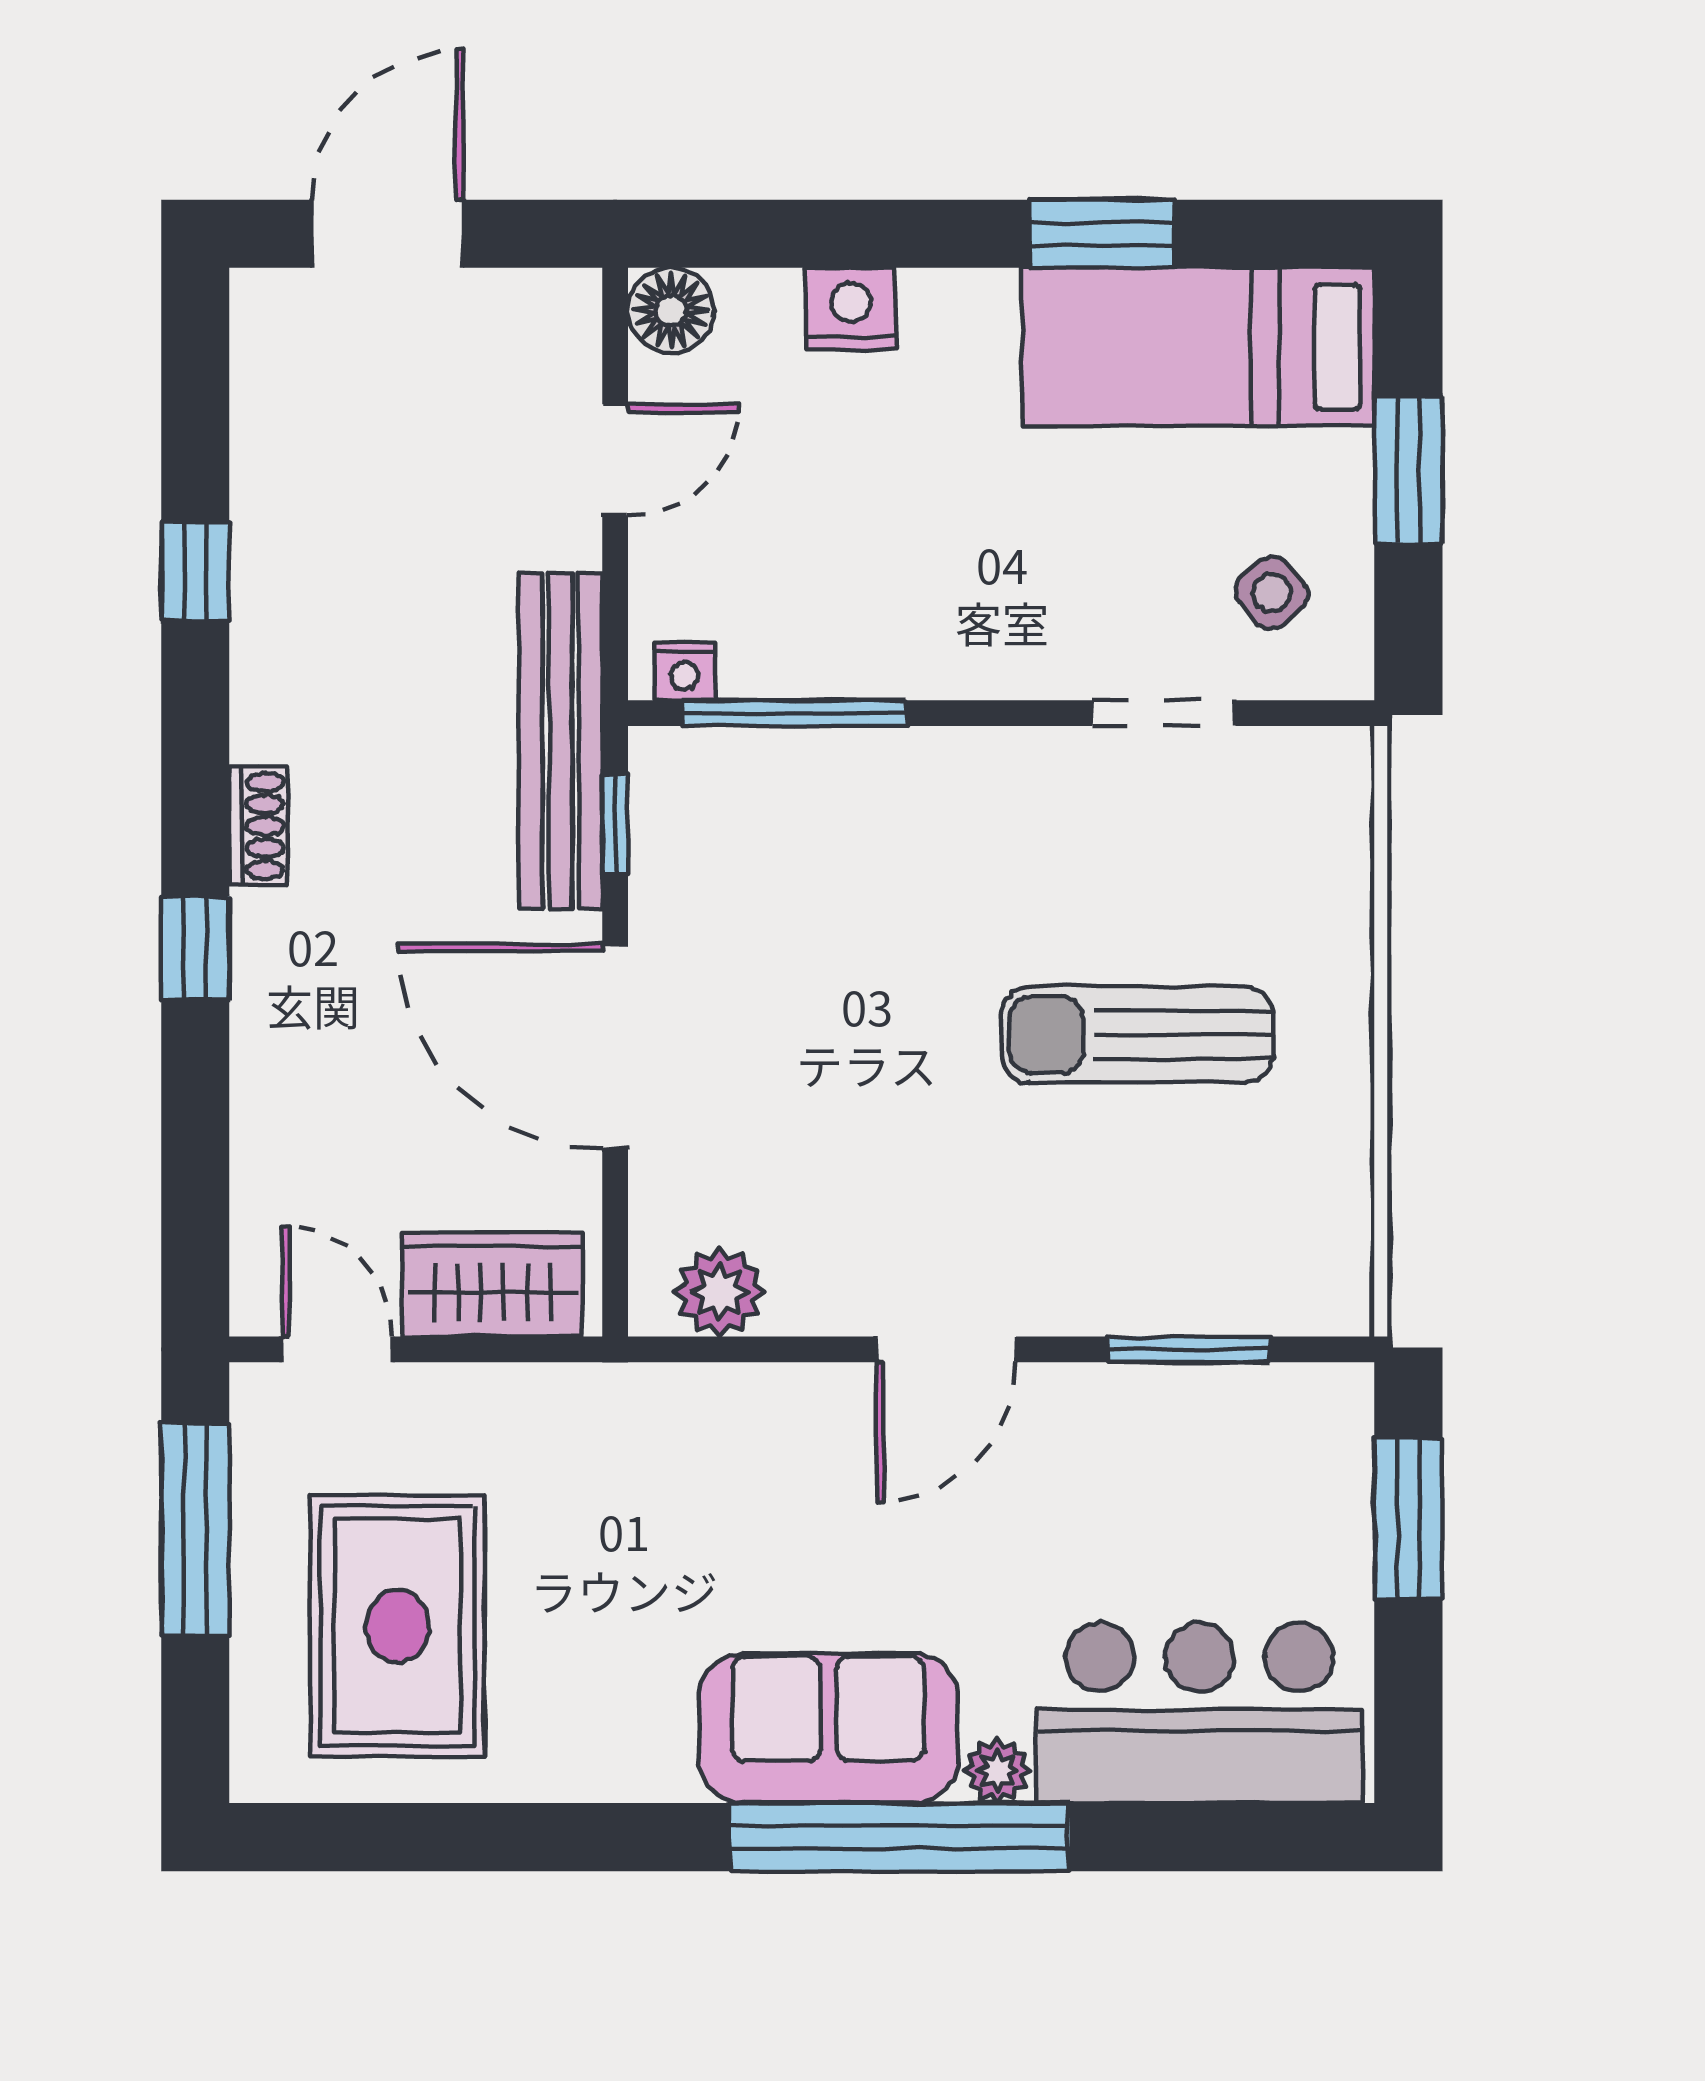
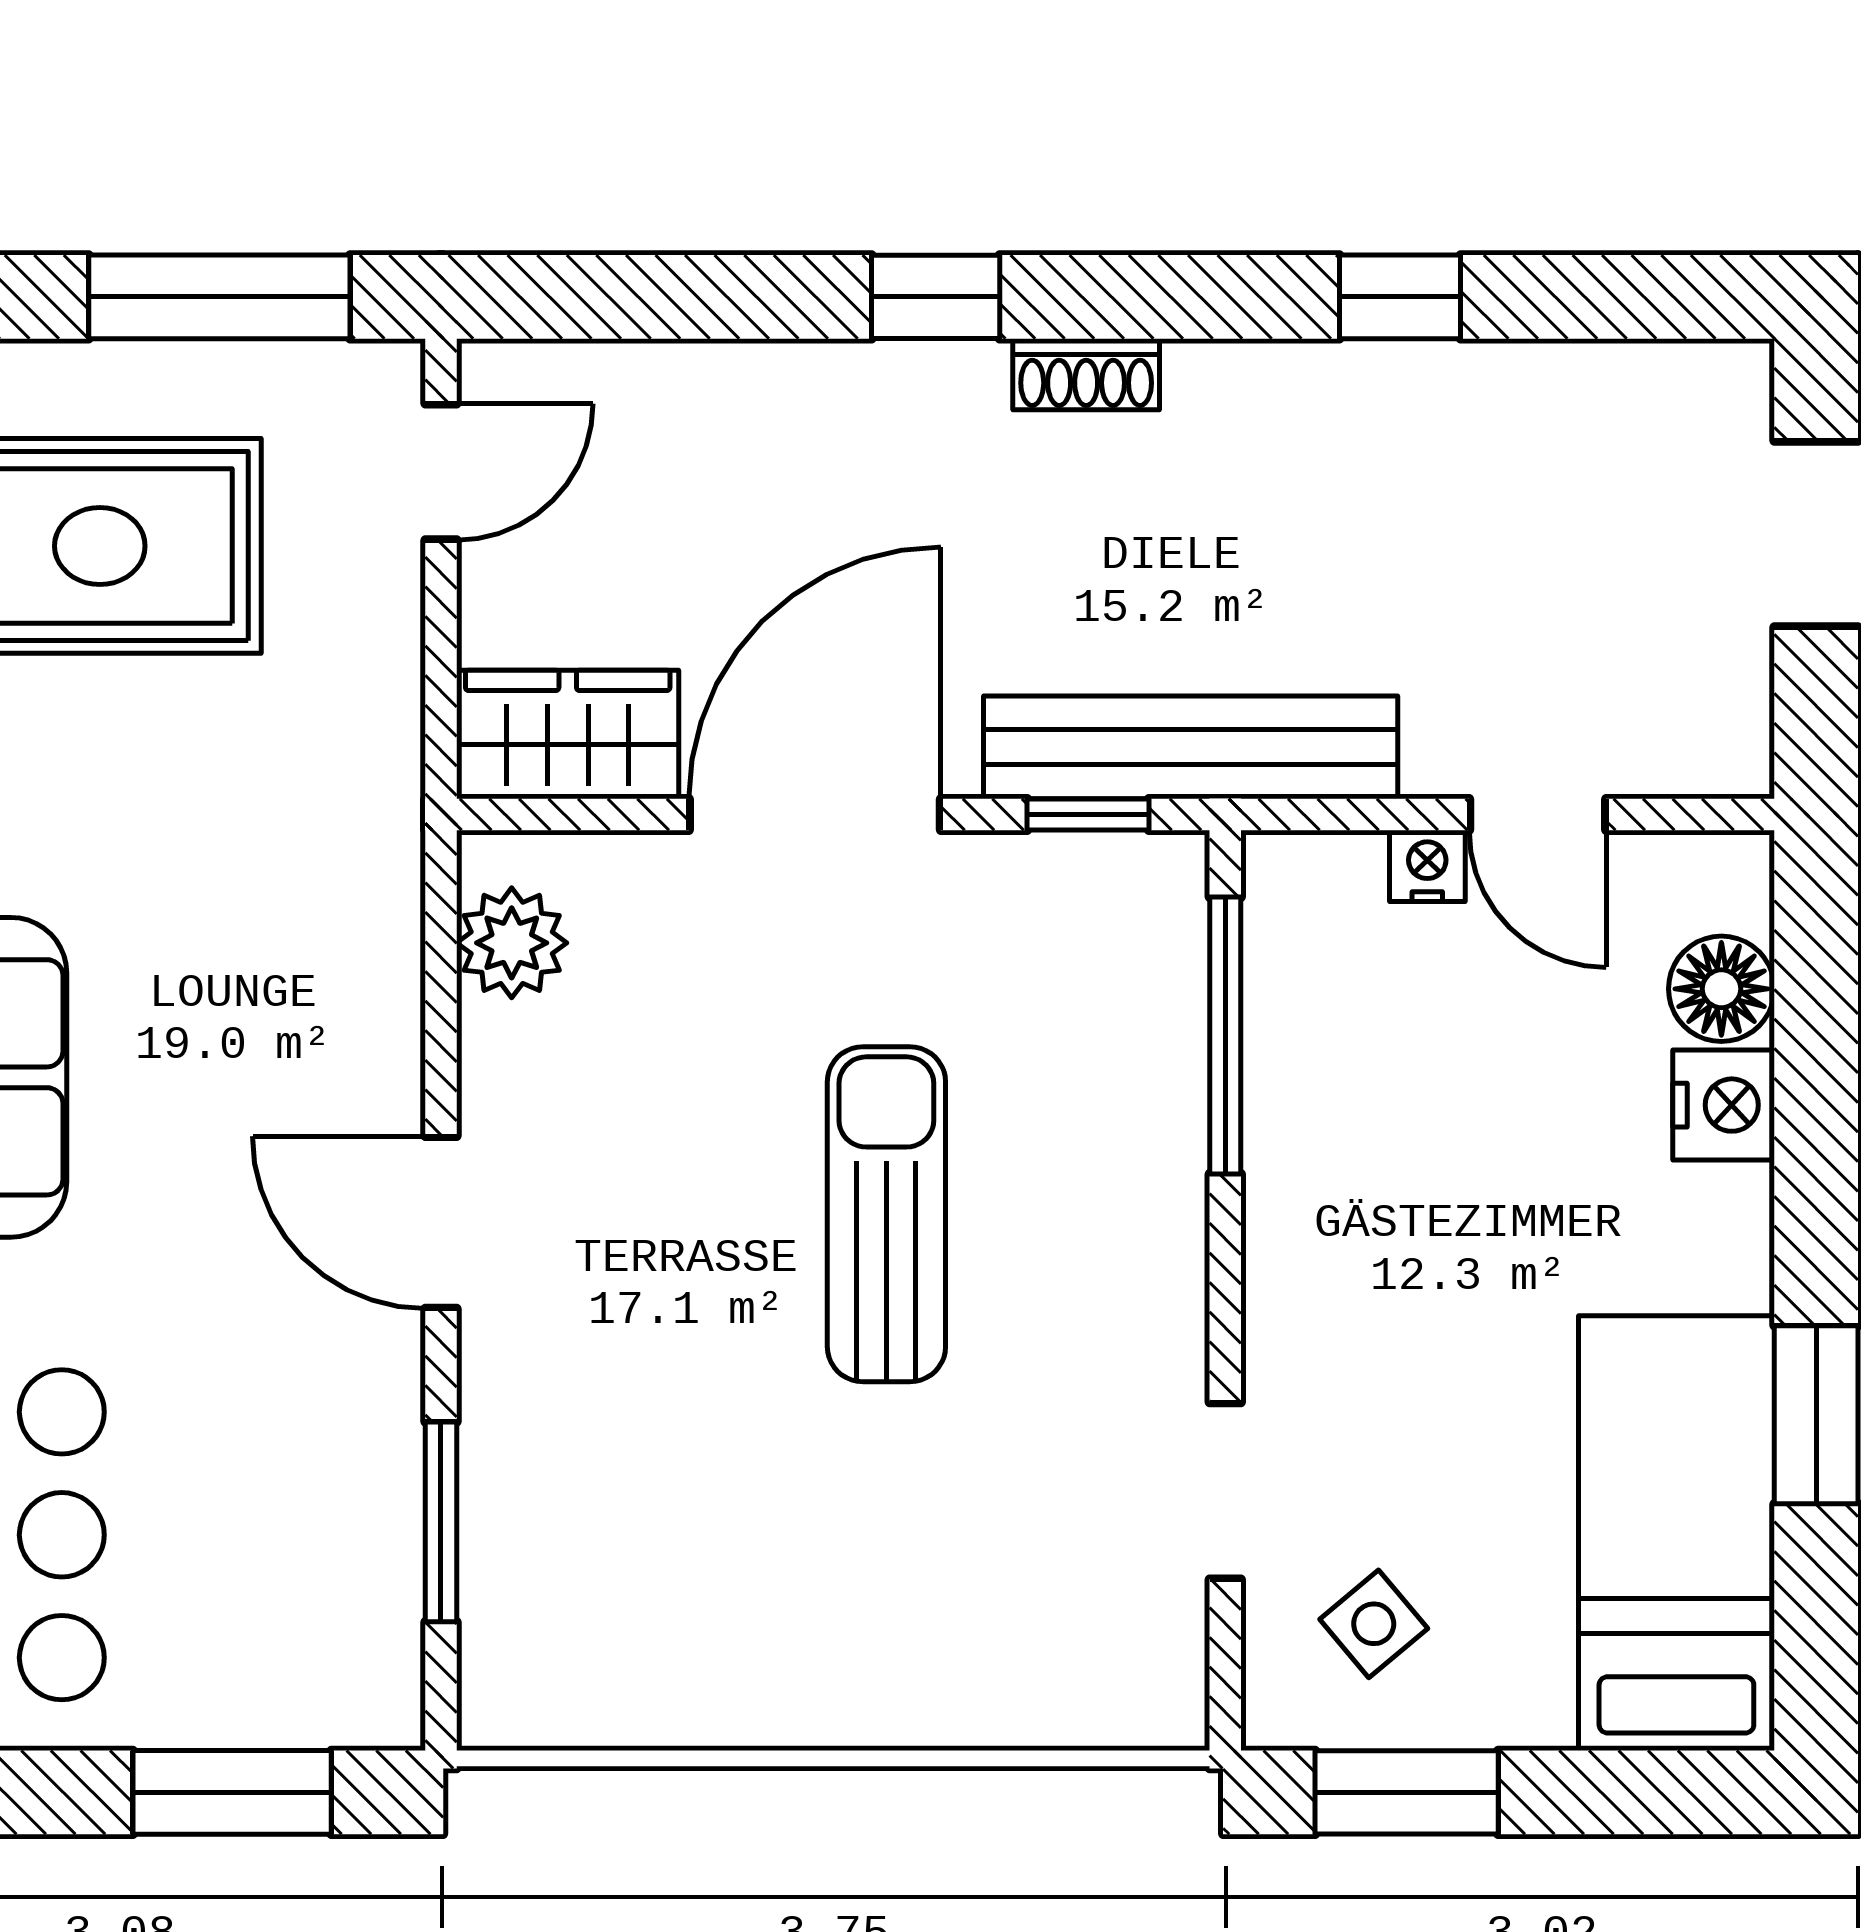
floor lamp: (671, 311) -> (1721, 989), moved
window: (1408, 470) -> (1407, 1792), moved
nightstand: (684, 671) -> (1427, 866), moved, turned 90
sun lounger: (1137, 1035) -> (886, 1214), moved
wardrobe: (493, 1284) -> (568, 734), moved, turned -90

